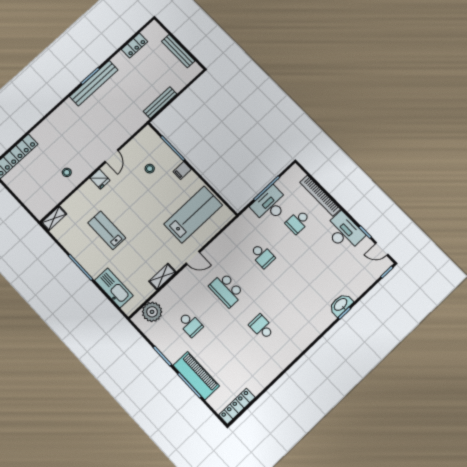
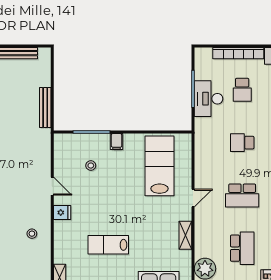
school desk: (262, 256) -> (242, 143), turned 180
school desk: (190, 324) -> (242, 248), width x1.85

